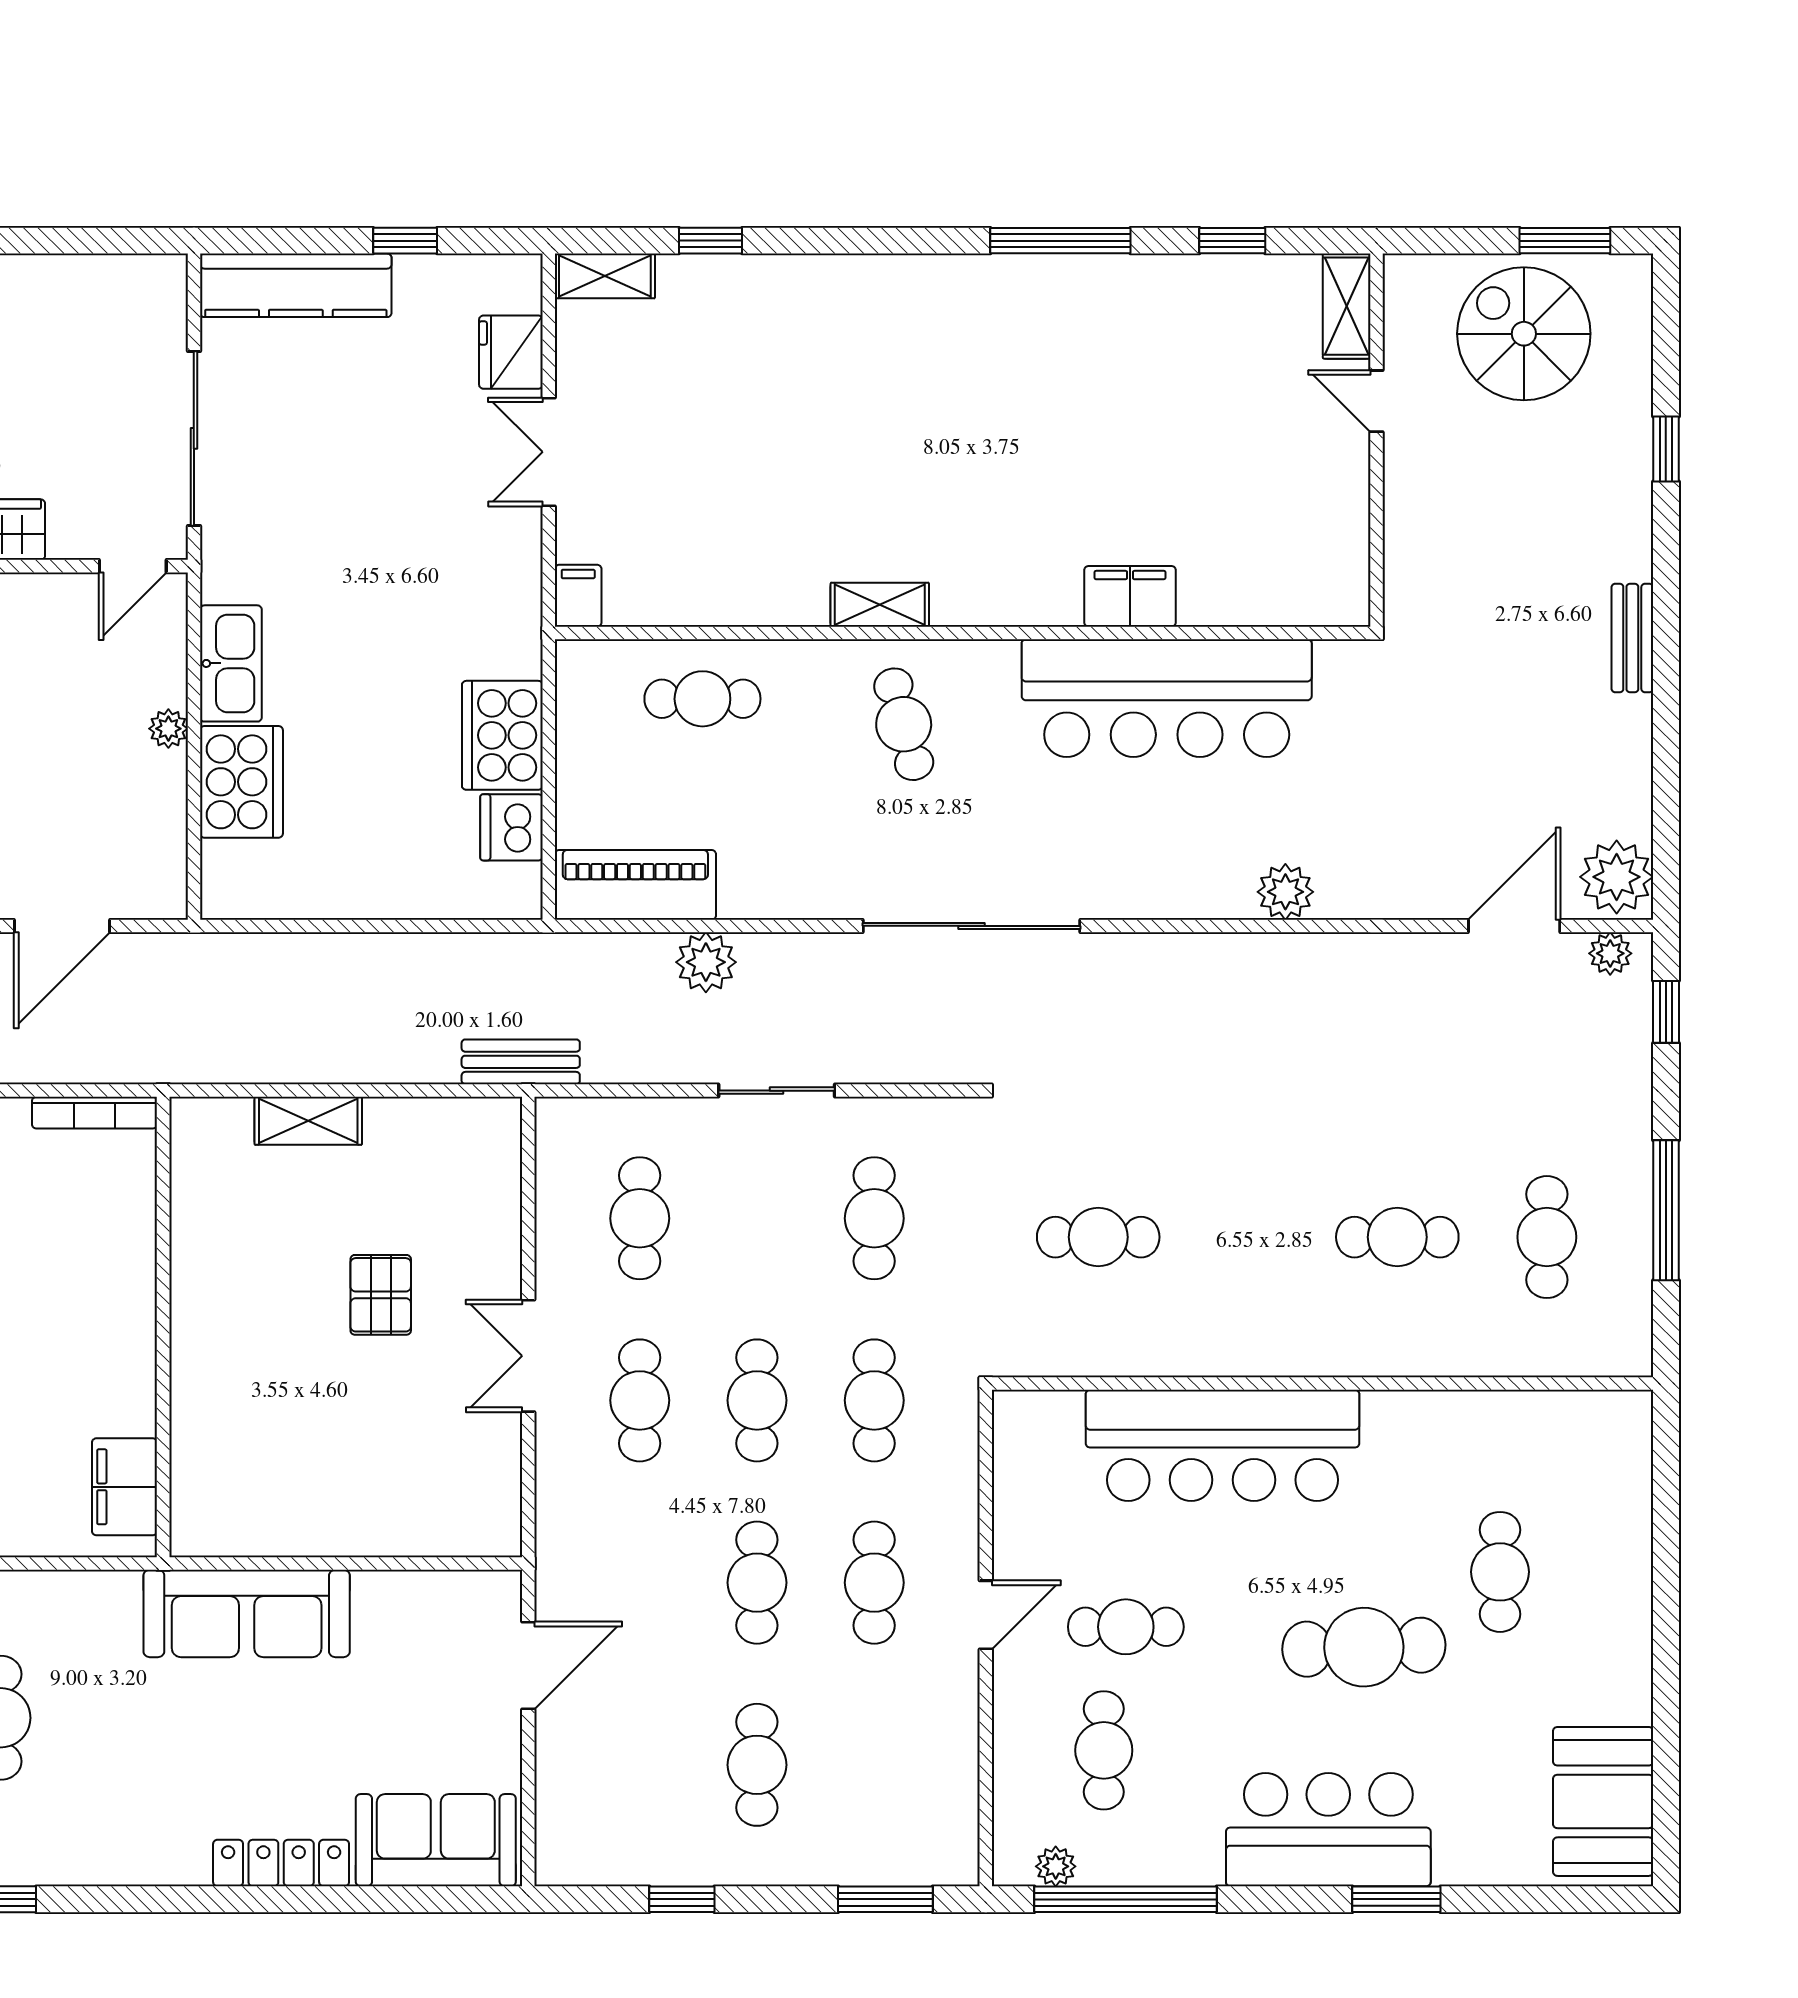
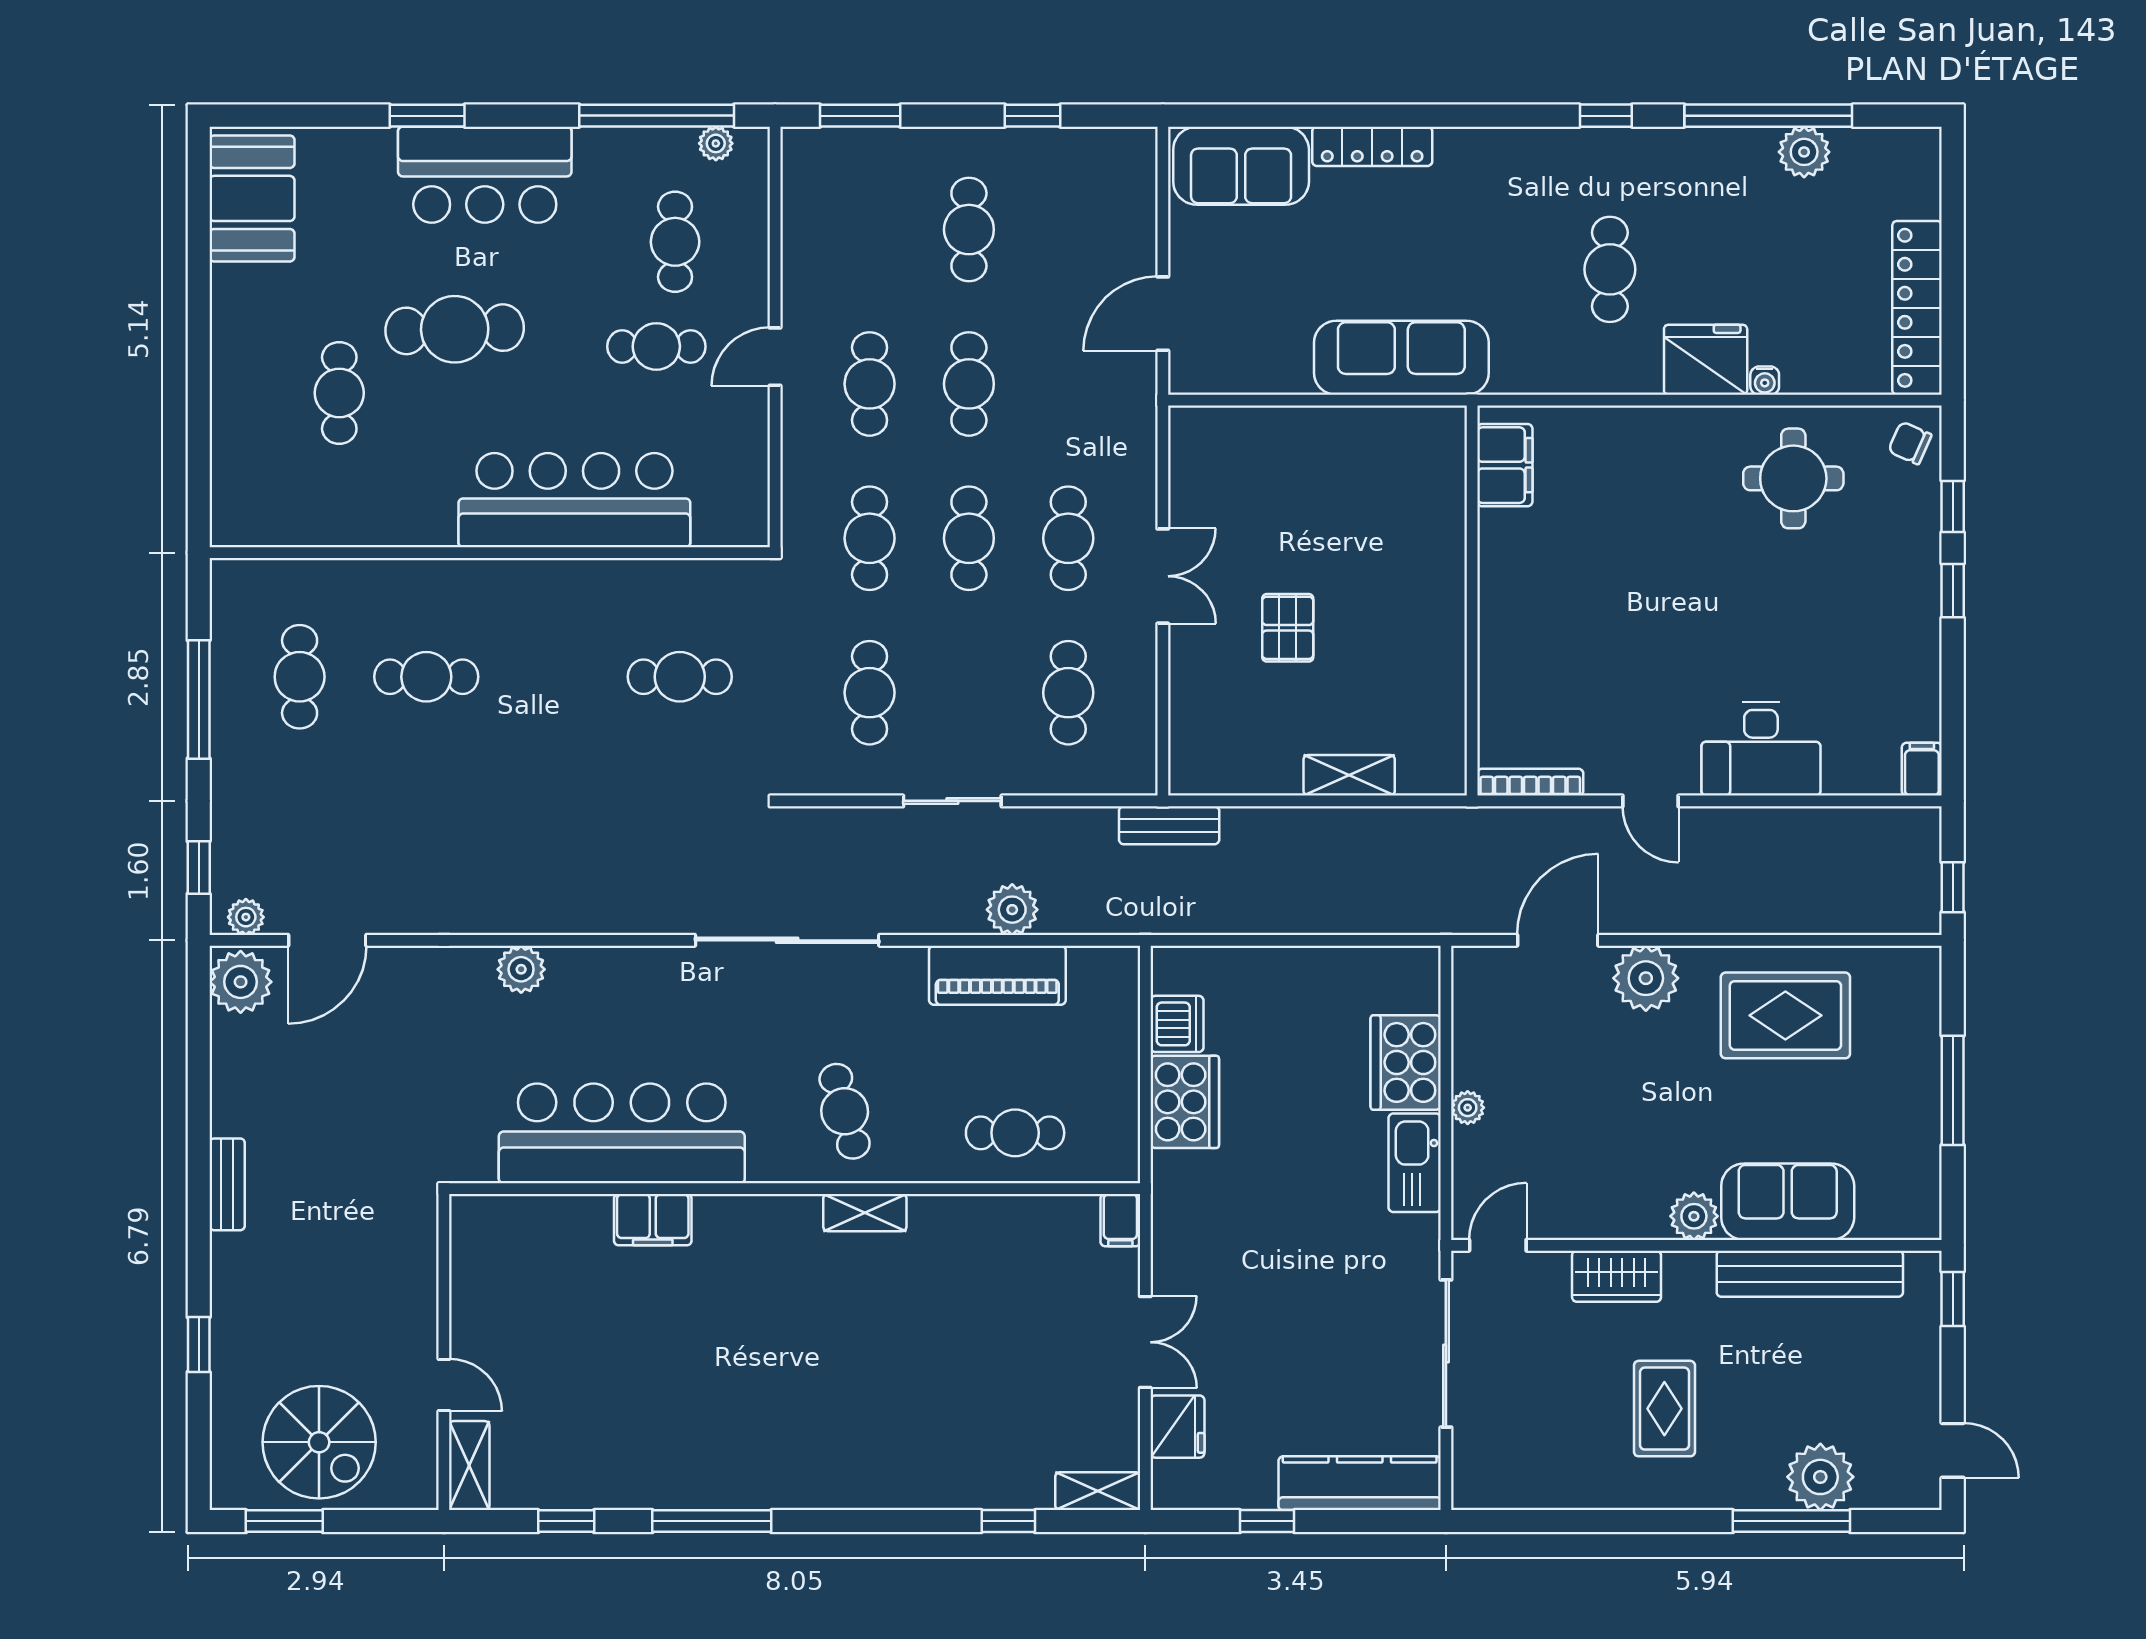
piano: (635, 885) -> (997, 975), moved

